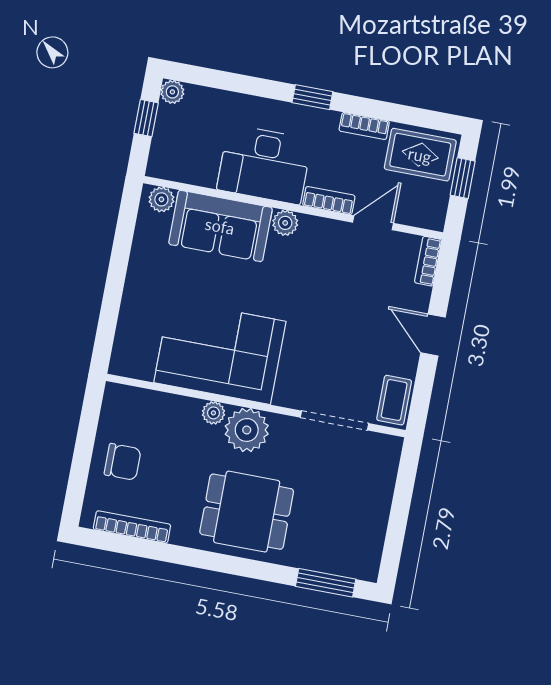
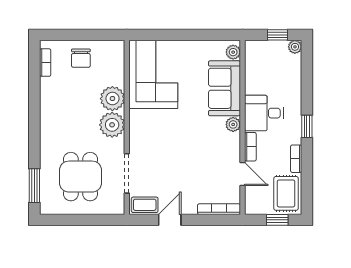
desk: (264, 164) -> (264, 113), width x0.73
bookcase: (428, 261) -> (219, 209), width x1.56
door: (433, 335) -> (170, 220), moved
corner sofa: (220, 352) -> (153, 75), moved
plant: (213, 413) -> (112, 99), width x1.88, depth x1.88
dining table: (247, 512) -> (81, 177), moved
bookcase: (132, 527) -> (45, 63), width x0.64

